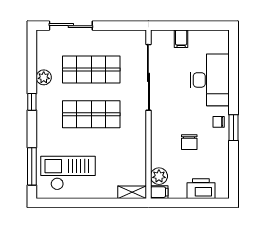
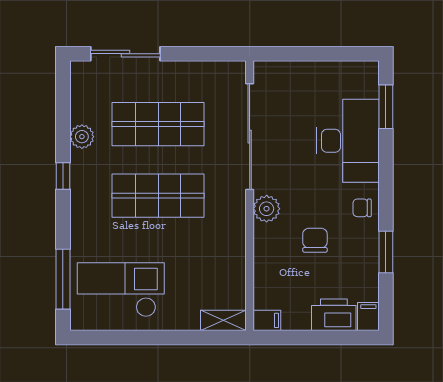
filing cabinet: (181, 39) -> (368, 317), moved, turned 180
window: (233, 59) -> (386, 107), added
window: (233, 128) -> (386, 252), moved
chair: (189, 142) -> (315, 240), turned 180
plant: (159, 176) -> (267, 209), moved

